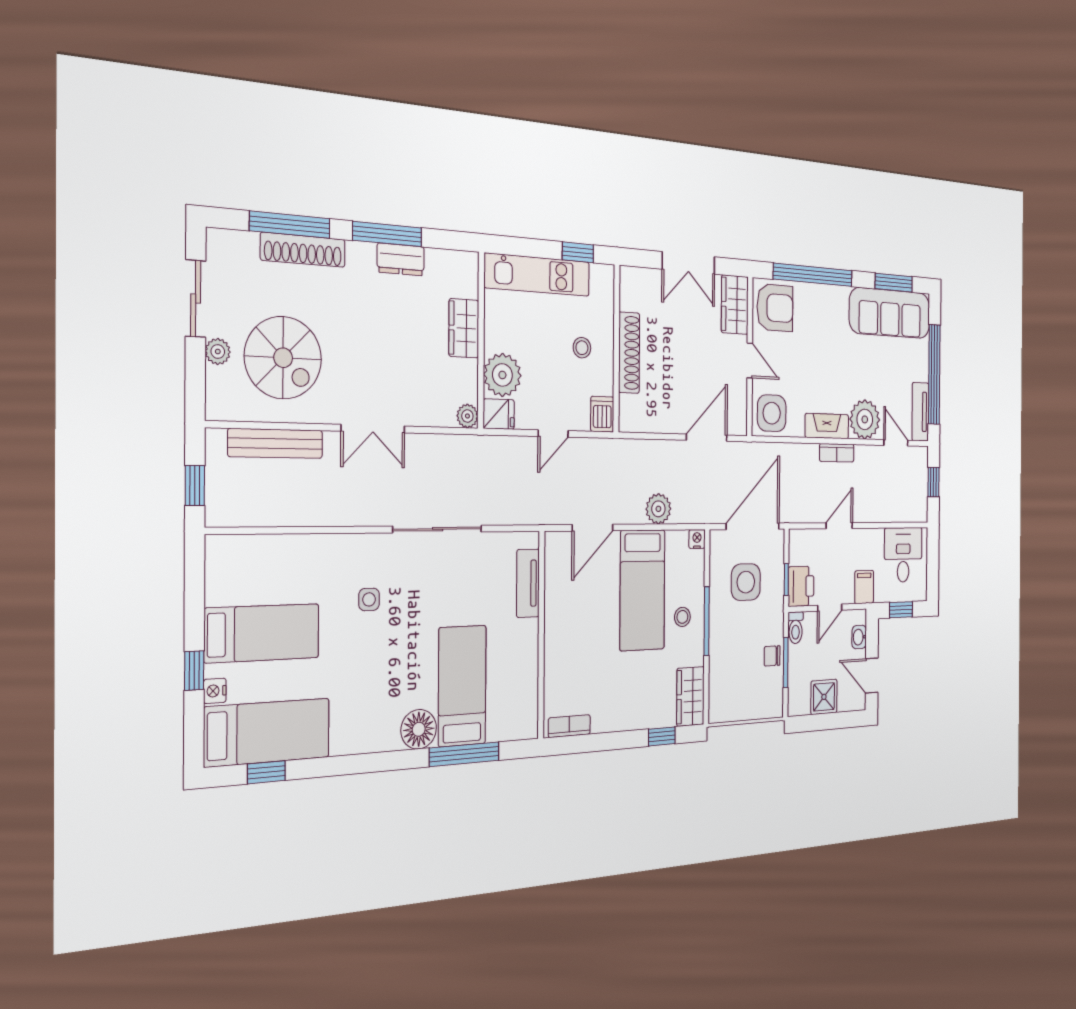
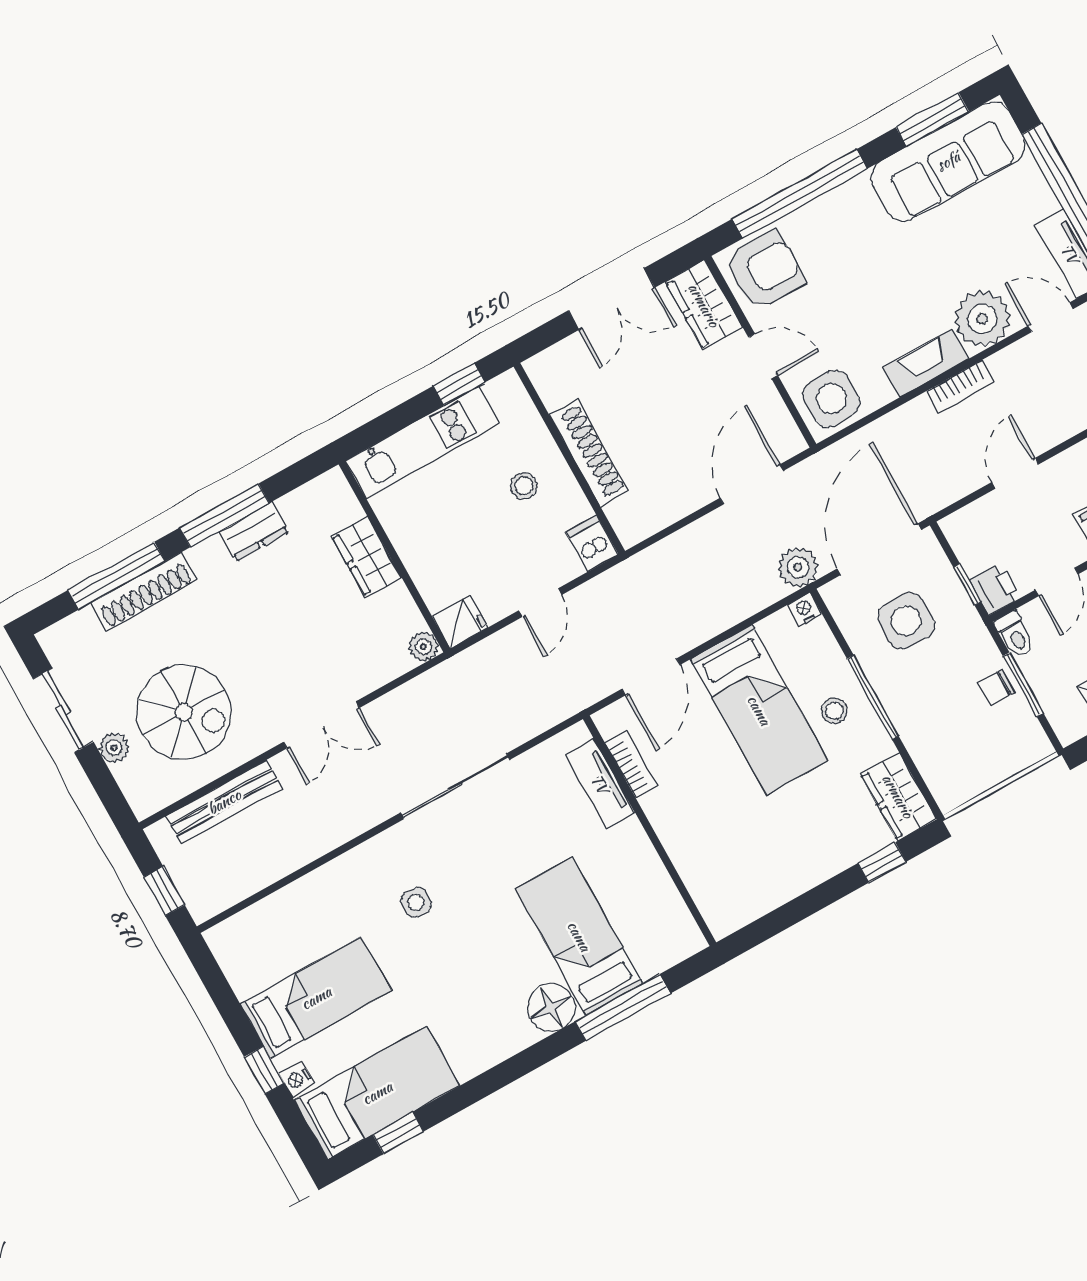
plant: (502, 375) -> (441, 577), removed
plant: (658, 509) -> (798, 567), moved
printer: (801, 586) -> (995, 589), width x0.73, depth x0.81
bookcase: (569, 726) -> (631, 765), moved, turned 90

